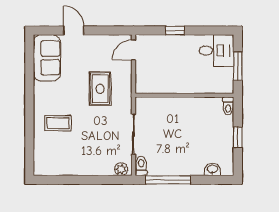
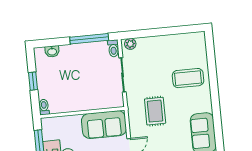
sofa: (161, 79) -> (104, 125), added
coffee table: (58, 123) -> (188, 78), width x1.36, depth x1.30

